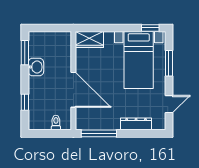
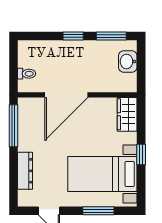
window: (150, 28) -> (141, 154), moved
washbasin: (36, 67) -> (128, 61), moved, turned 90
window: (25, 102) -> (73, 36), moved

